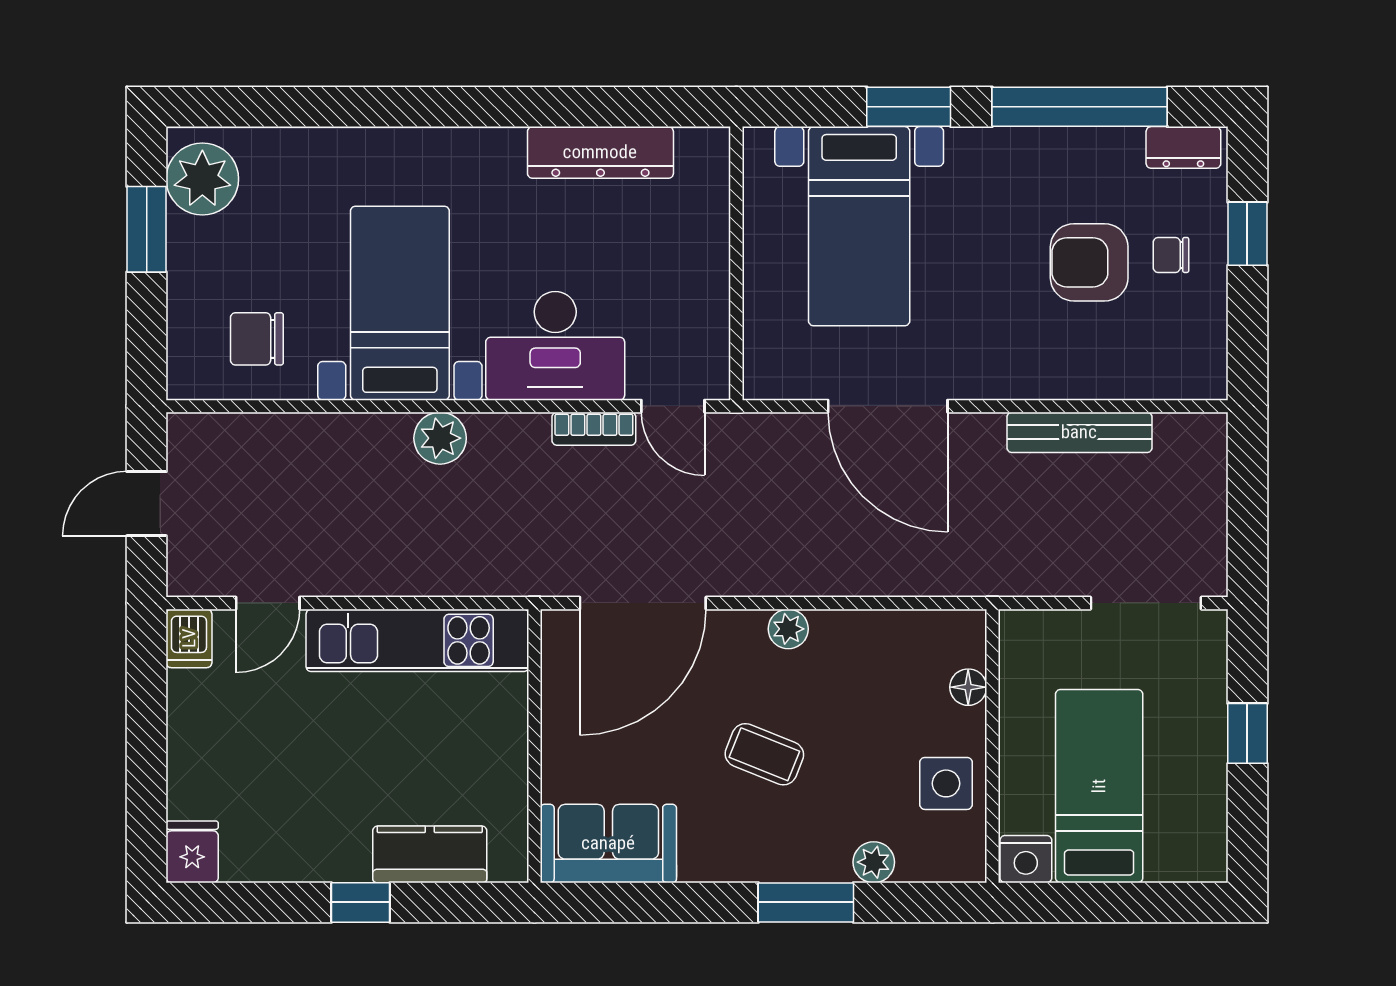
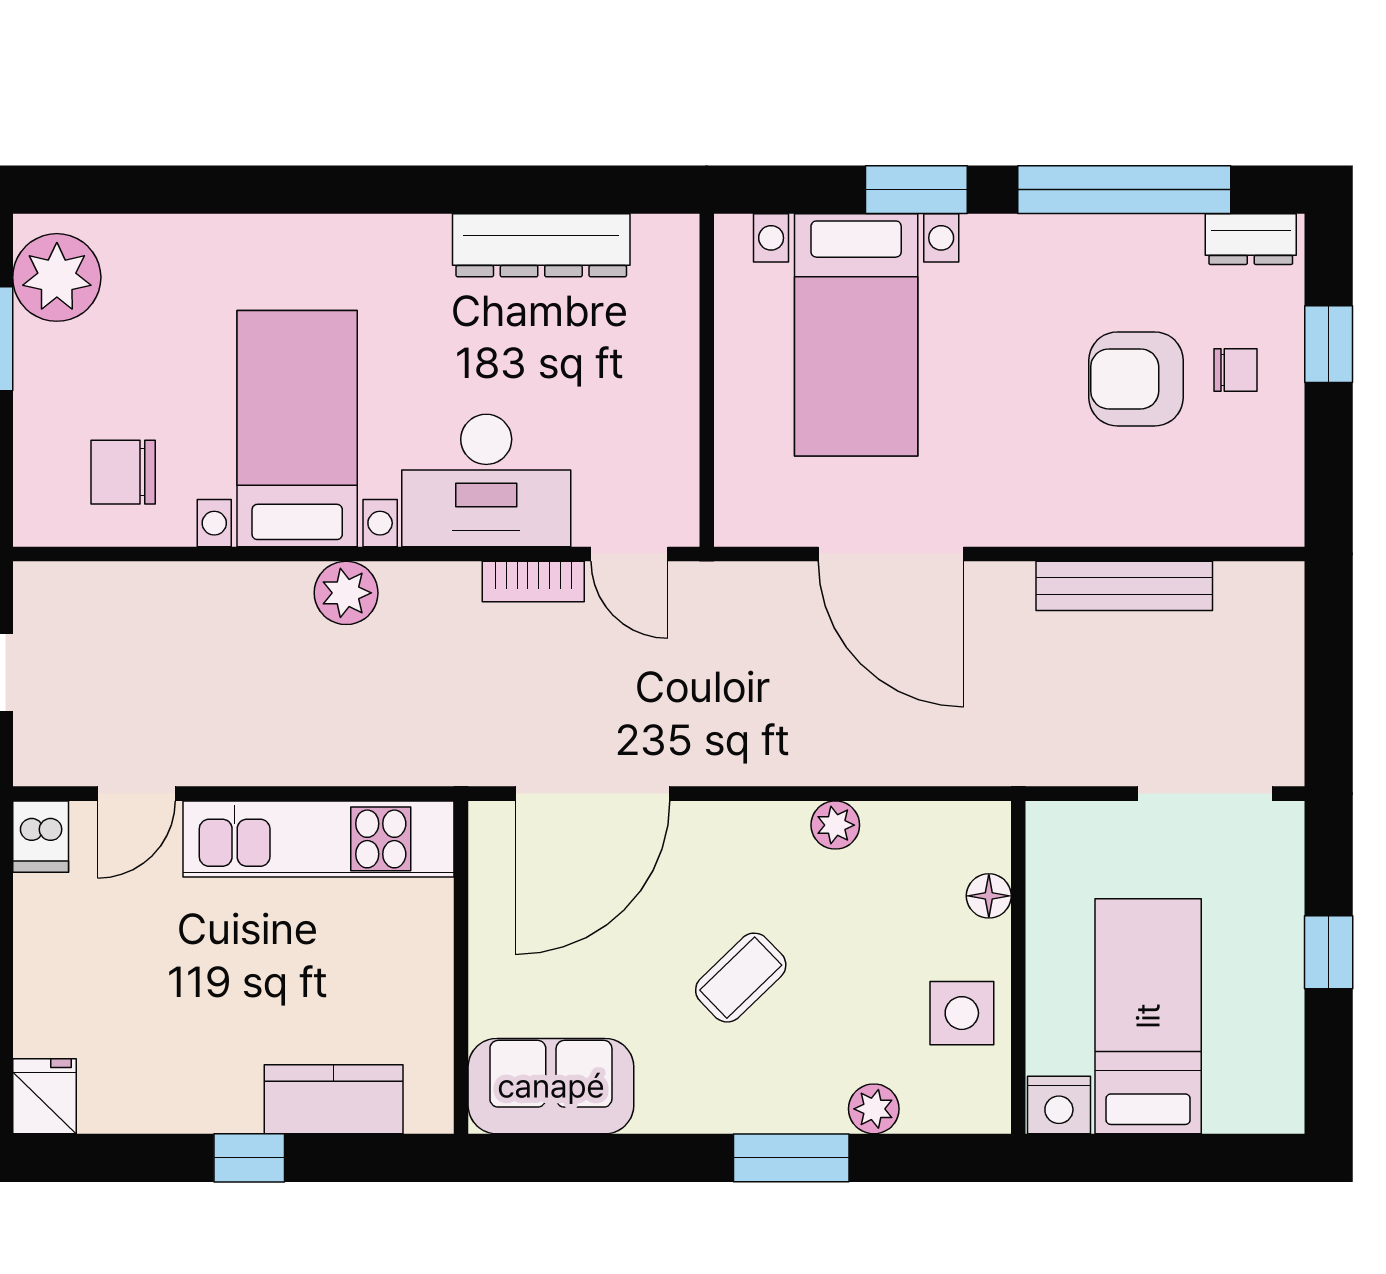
chair: (1171, 255) -> (1236, 370), turned 180
plant: (788, 629) -> (835, 825), moved
coffee table: (764, 754) -> (741, 978), turned -66

